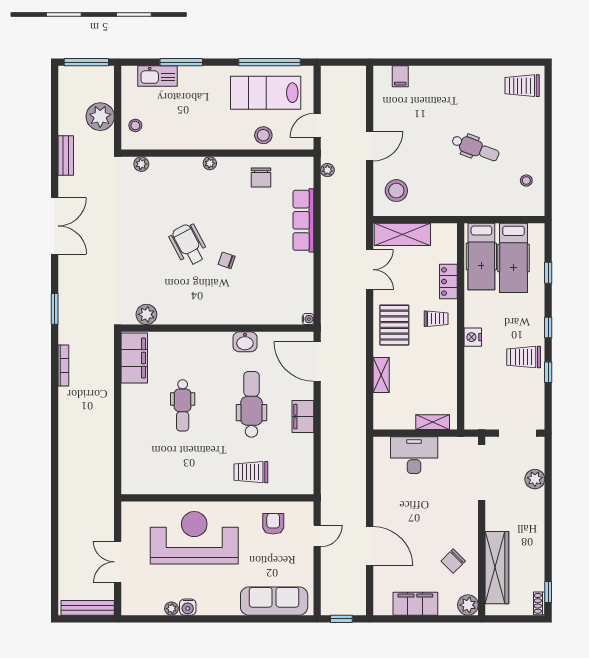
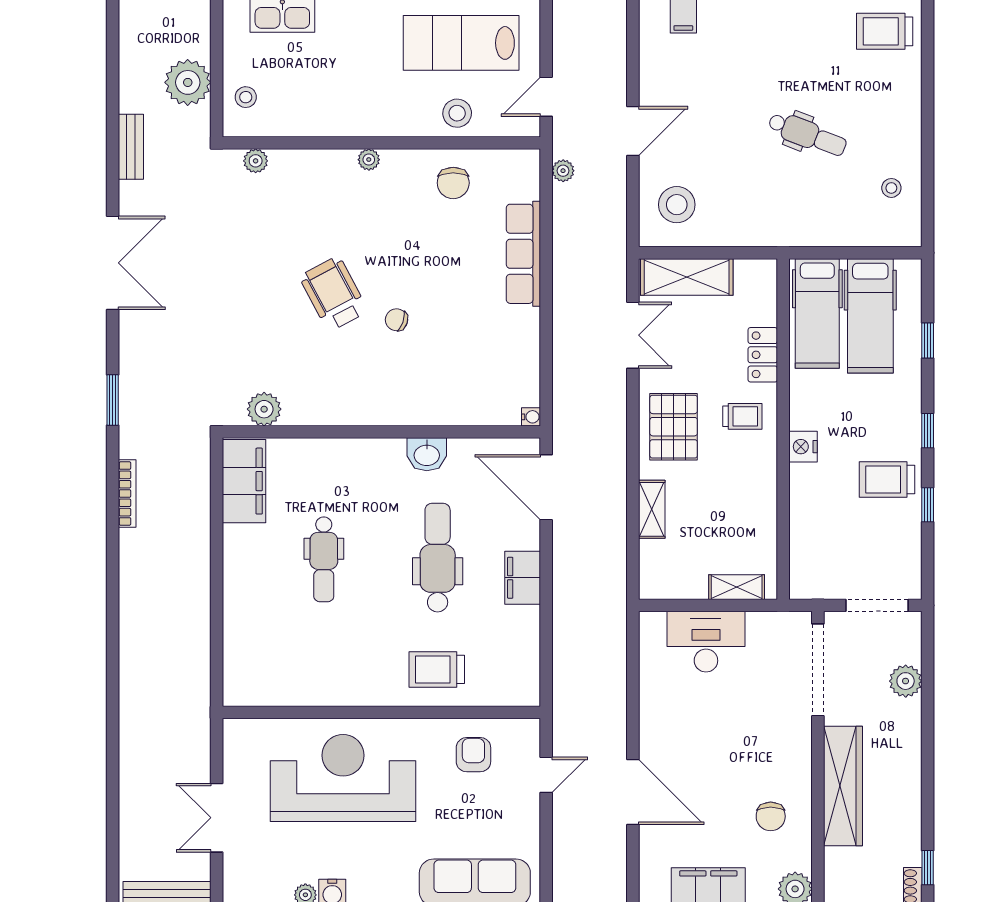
chair: (453, 561) -> (771, 816), turned -45
wardrobe: (497, 568) -> (843, 786), moved

